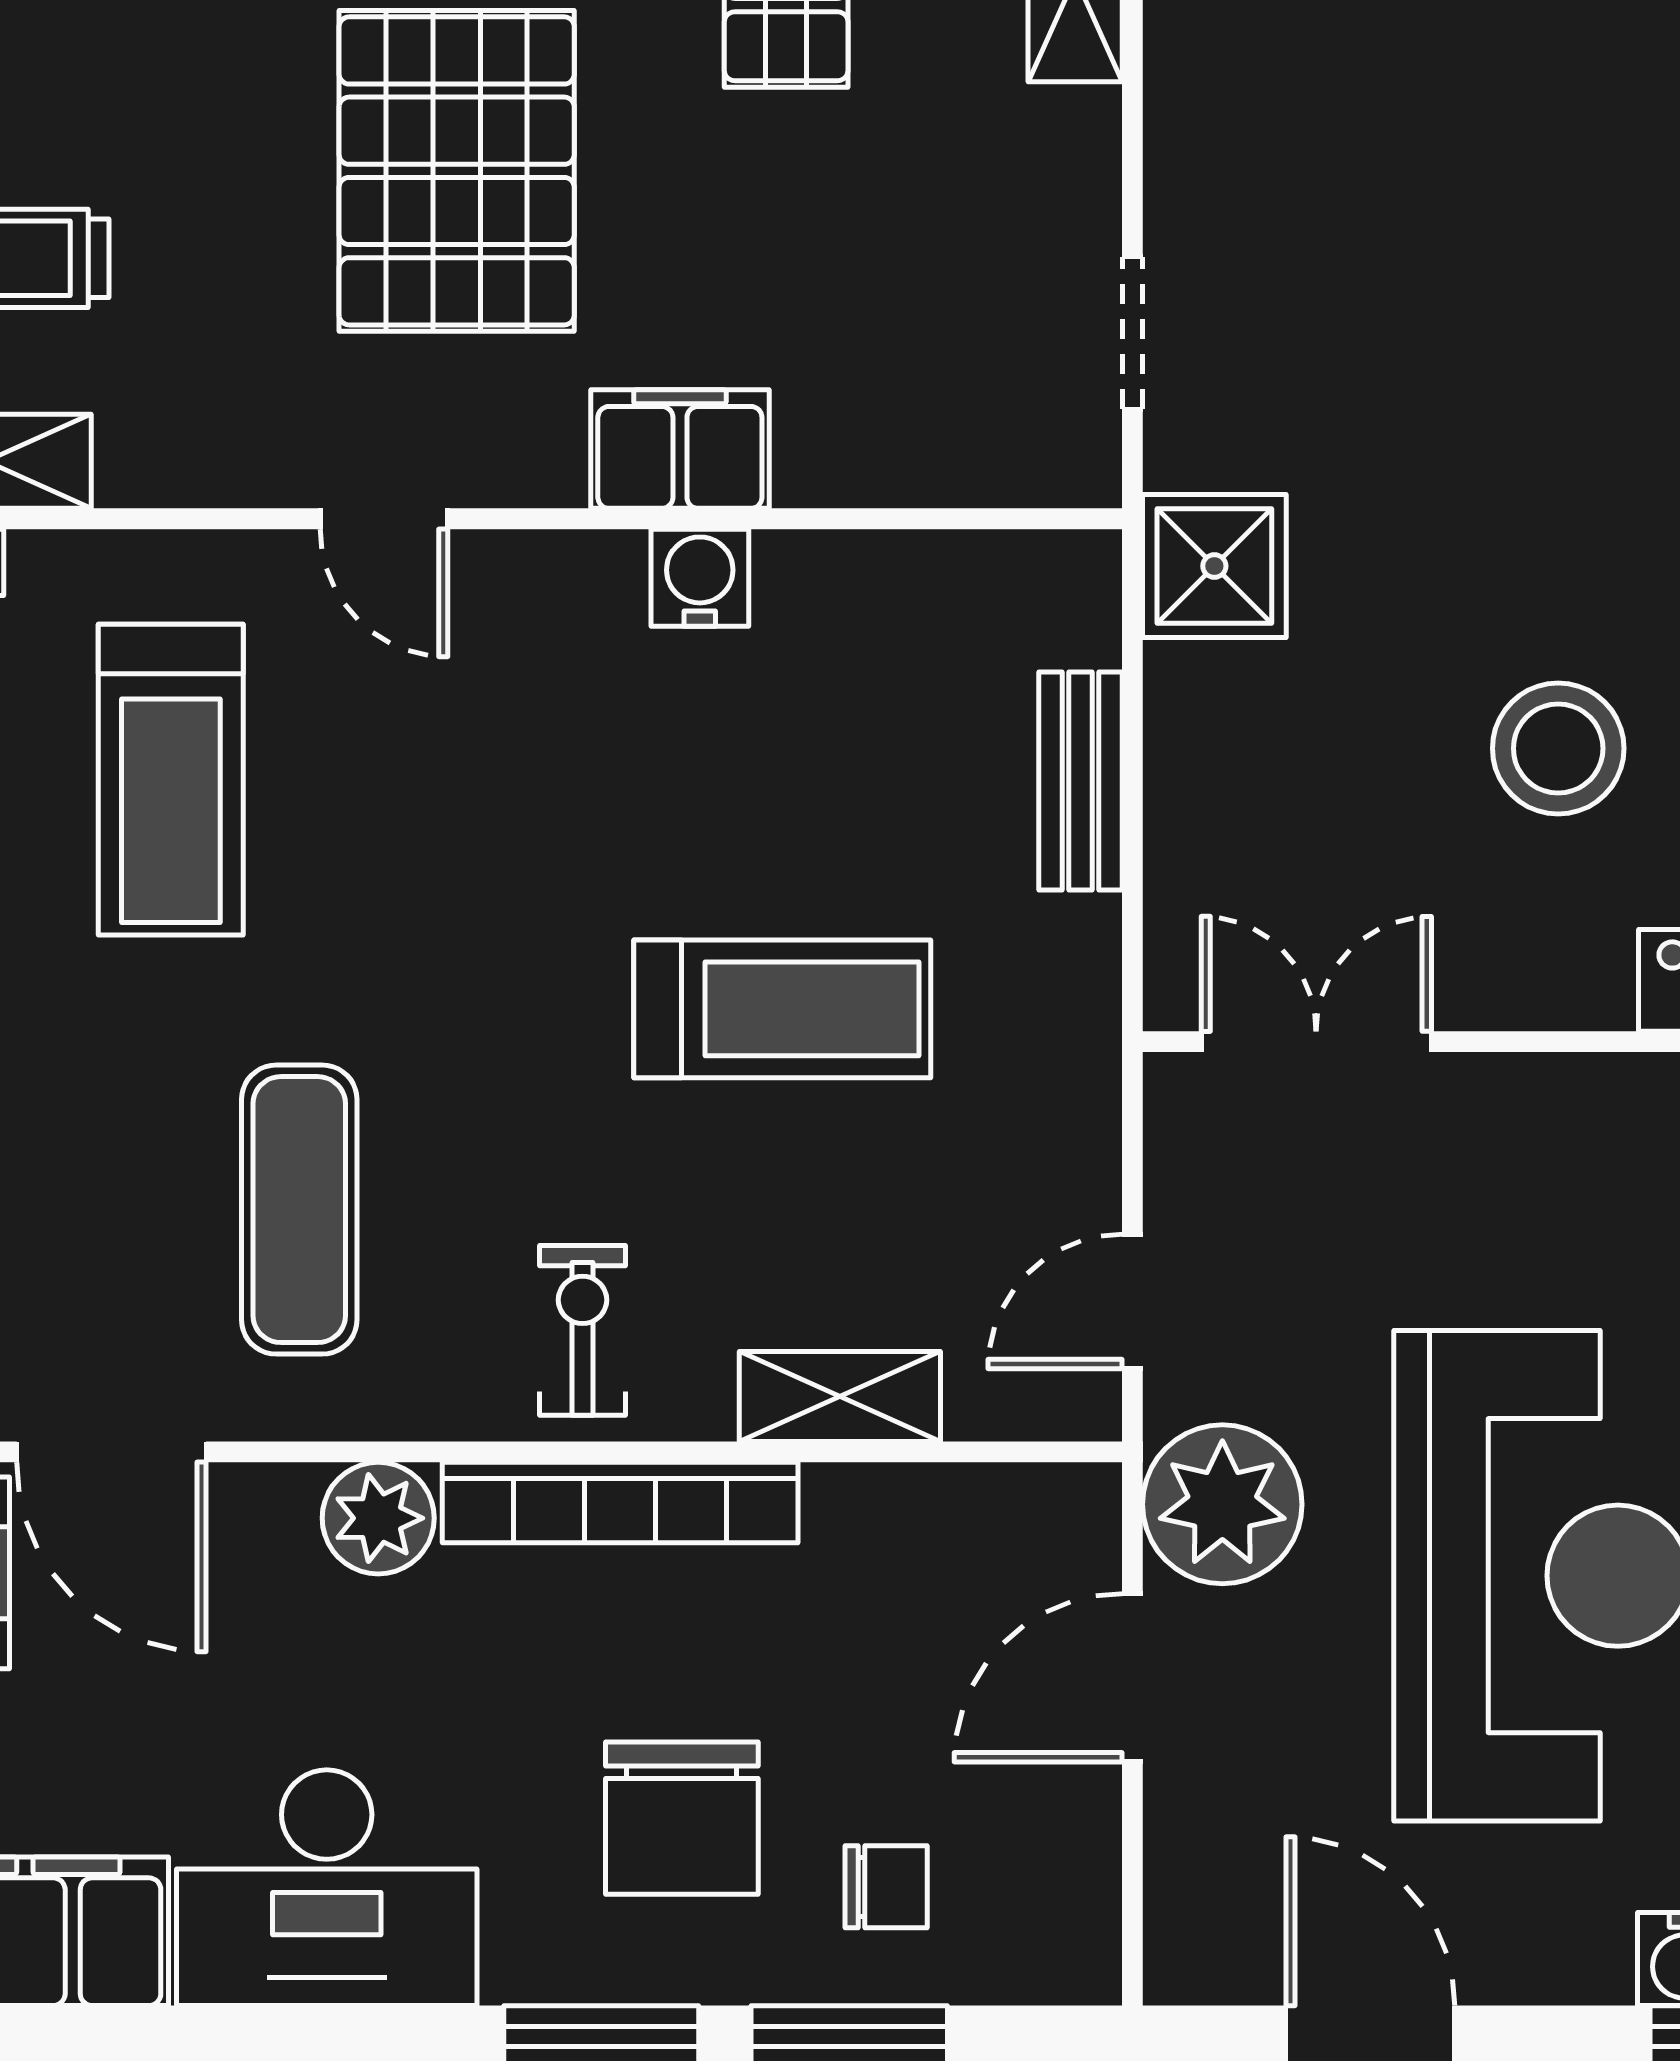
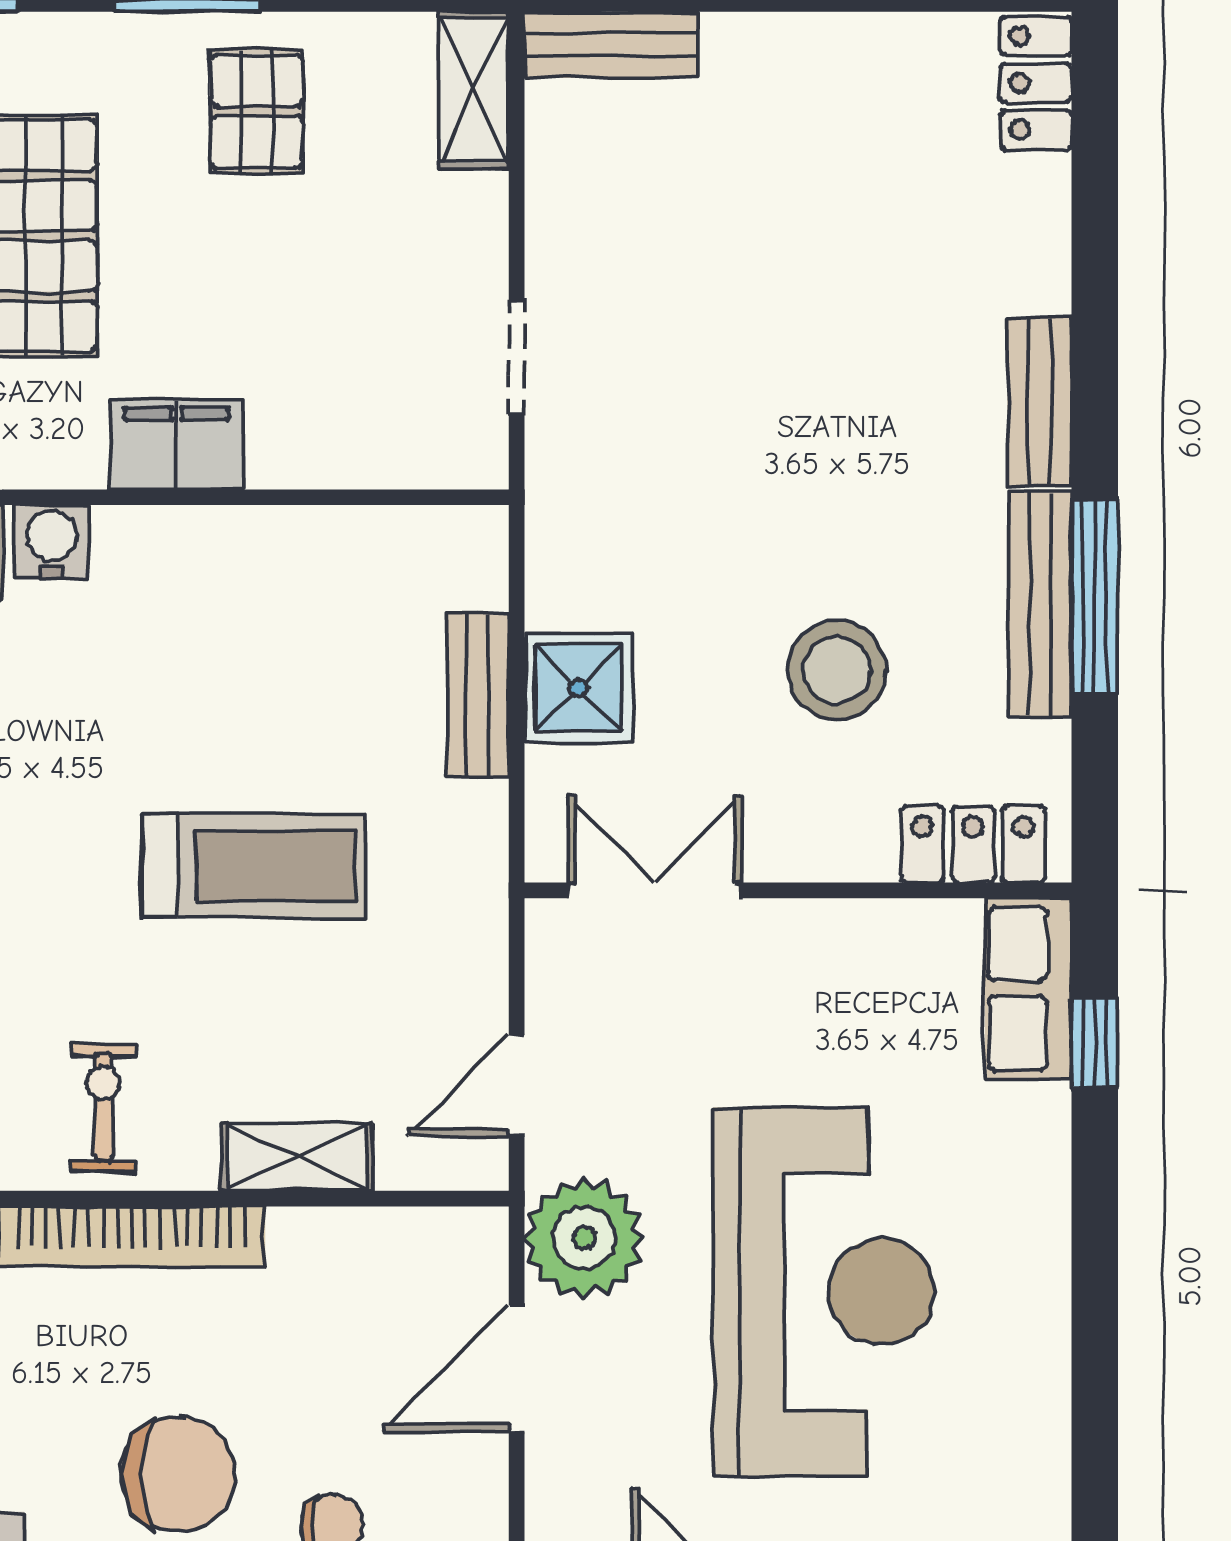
shower: (1214, 566) -> (578, 688), moved
water cooler: (700, 578) -> (52, 542), moved
chair: (682, 1818) -> (178, 1474), turned -90

